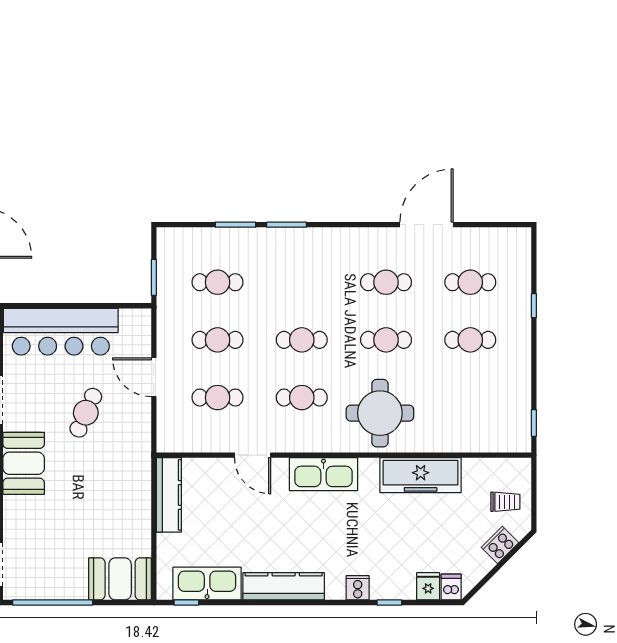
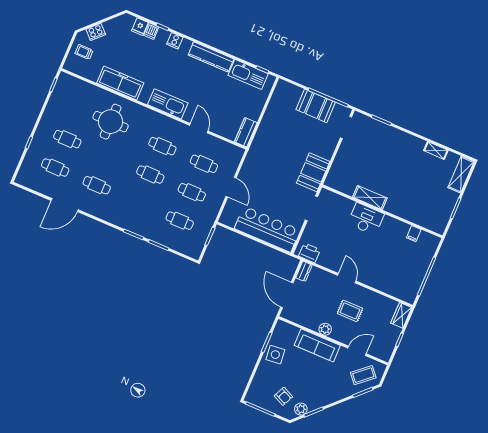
cafe table: (386, 340) -> (109, 157), removed
cafe table: (86, 413) -> (272, 184), removed
round table: (380, 413) -> (111, 122), moved
kitchen counter: (169, 495) -> (246, 132), width x0.67
booth: (120, 579) -> (316, 106), moved
dishwasher: (451, 587) -> (151, 31), moved

